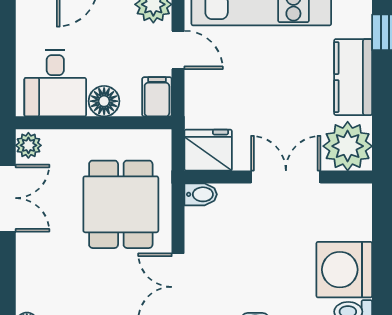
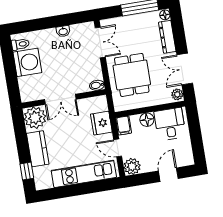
fridge: (208, 150) -> (101, 123), moved, turned 90
dresser: (30, 275) -> (167, 37), added

